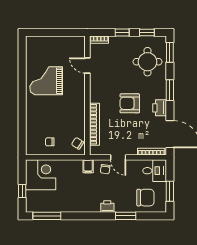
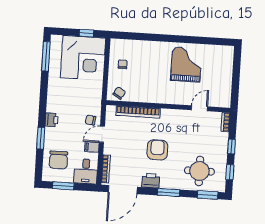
filing cabinet: (88, 166) -> (92, 147), moved
corner desk: (41, 175) -> (83, 58), width x1.36, depth x1.36
window: (22, 191) -> (86, 33), moved

